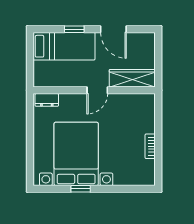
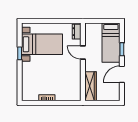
door: (97, 90) -> (83, 52), moved
bed with nightstands: (76, 154) -> (42, 44), width x0.73

